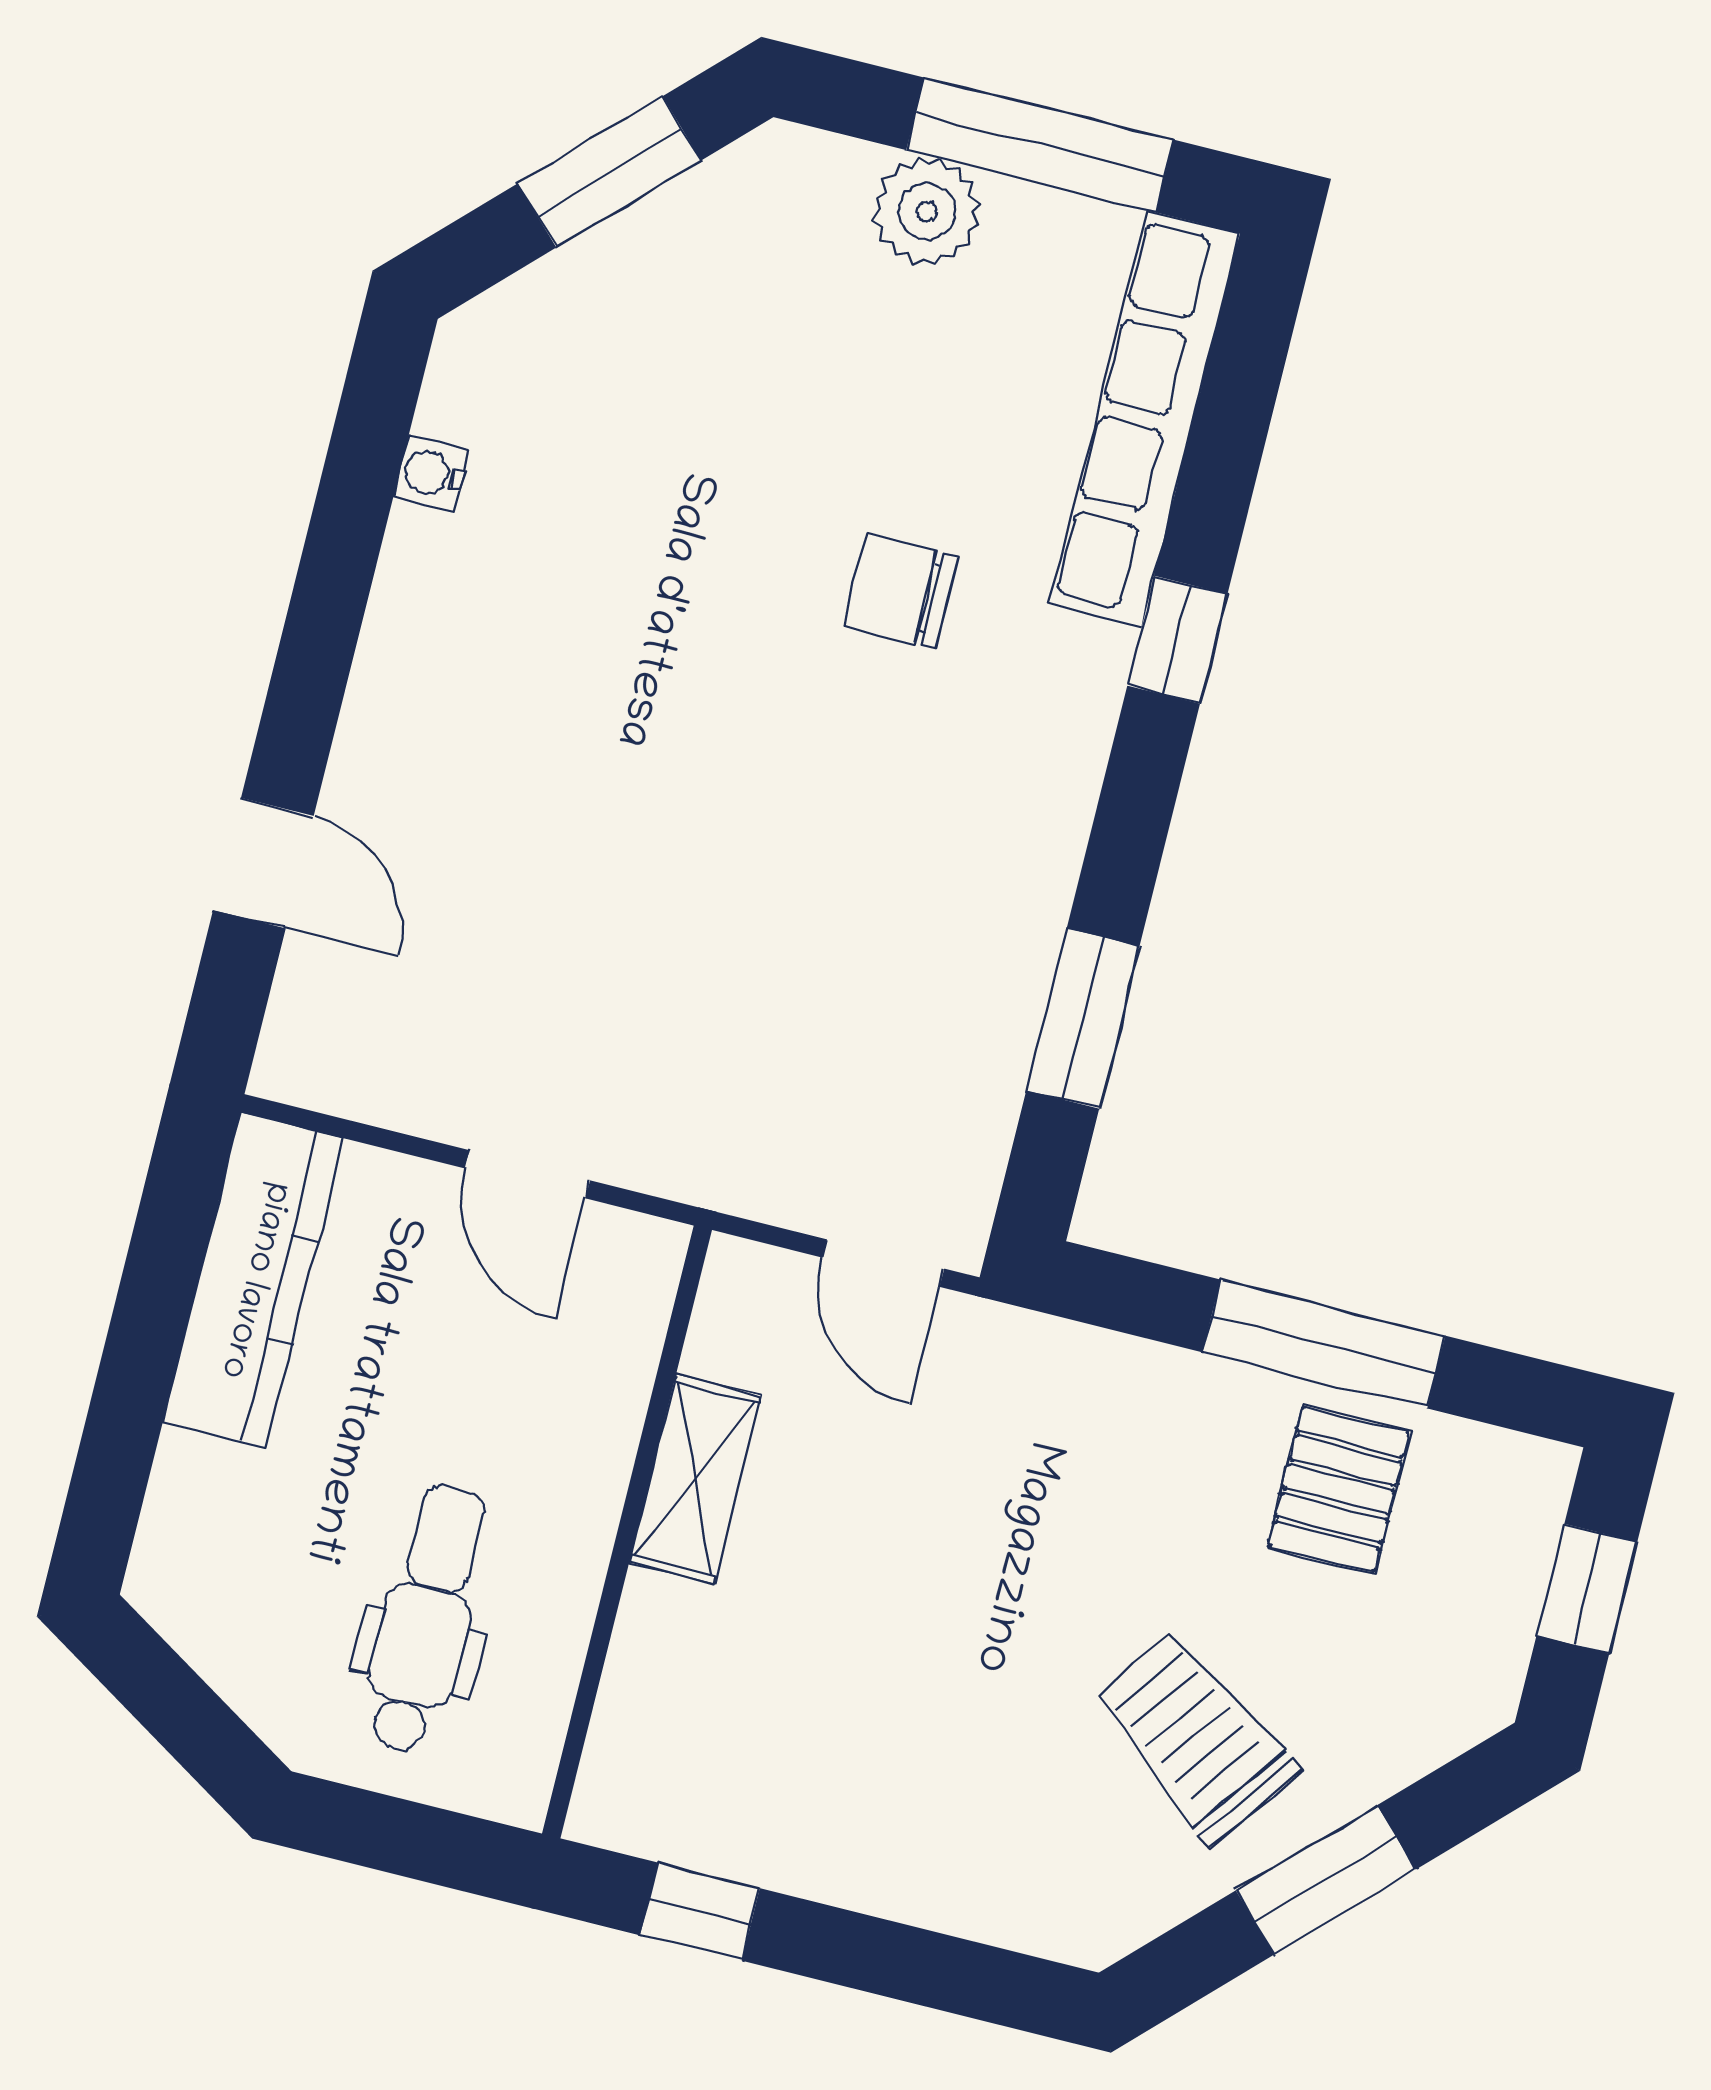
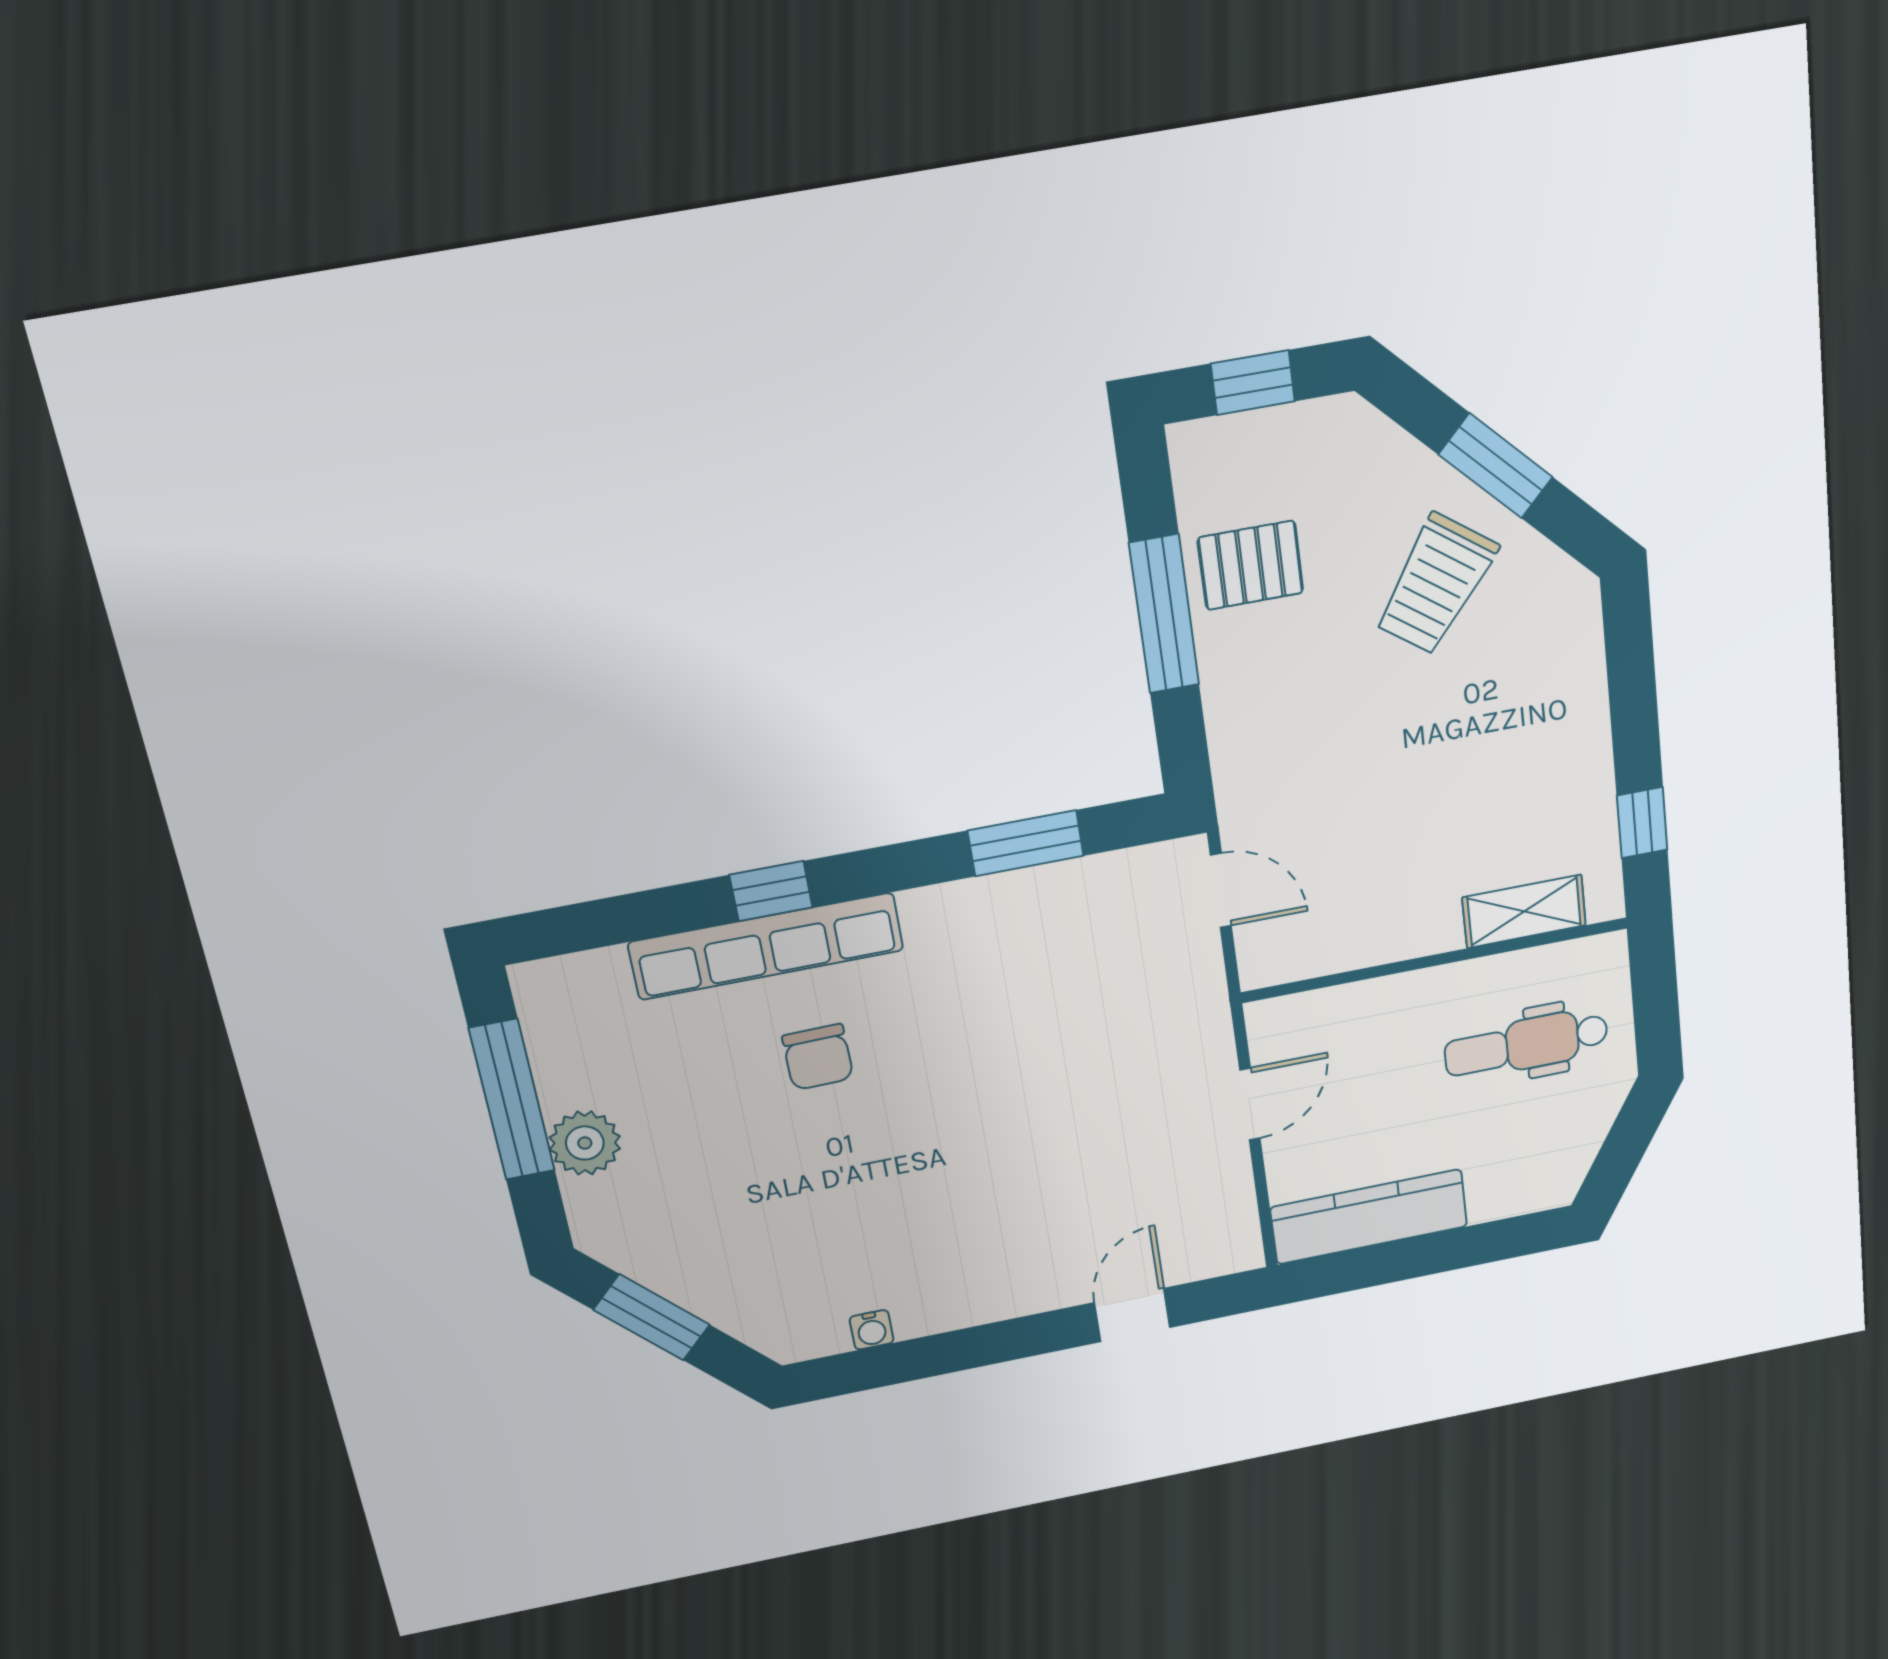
row of seats: (1145, 418) -> (766, 946), moved
door: (883, 1263) -> (1221, 890), hinge flipped
shelving: (695, 1479) -> (1524, 911), moved

